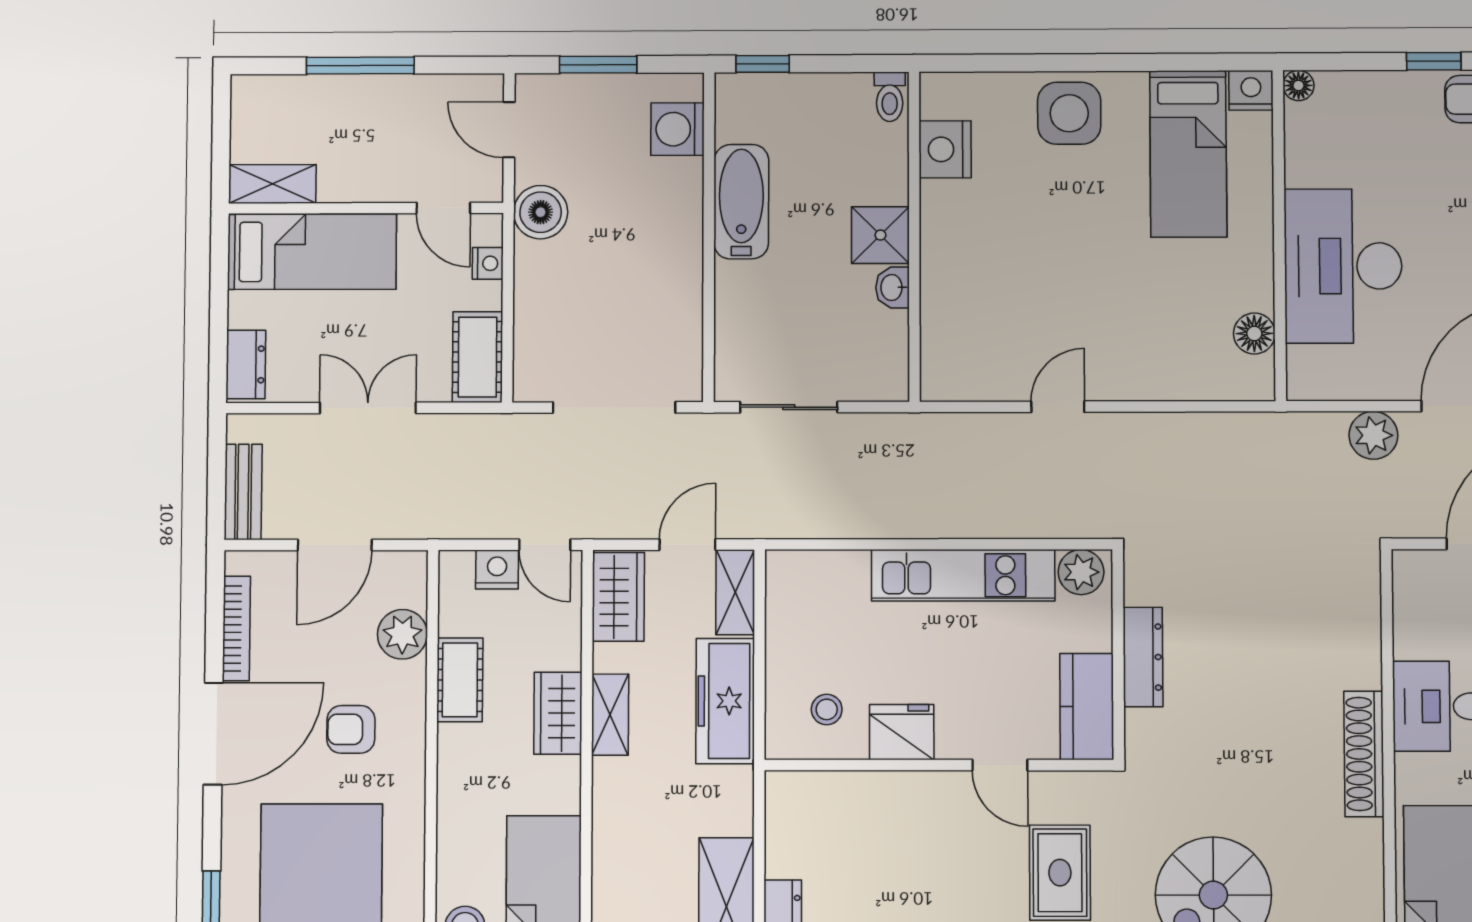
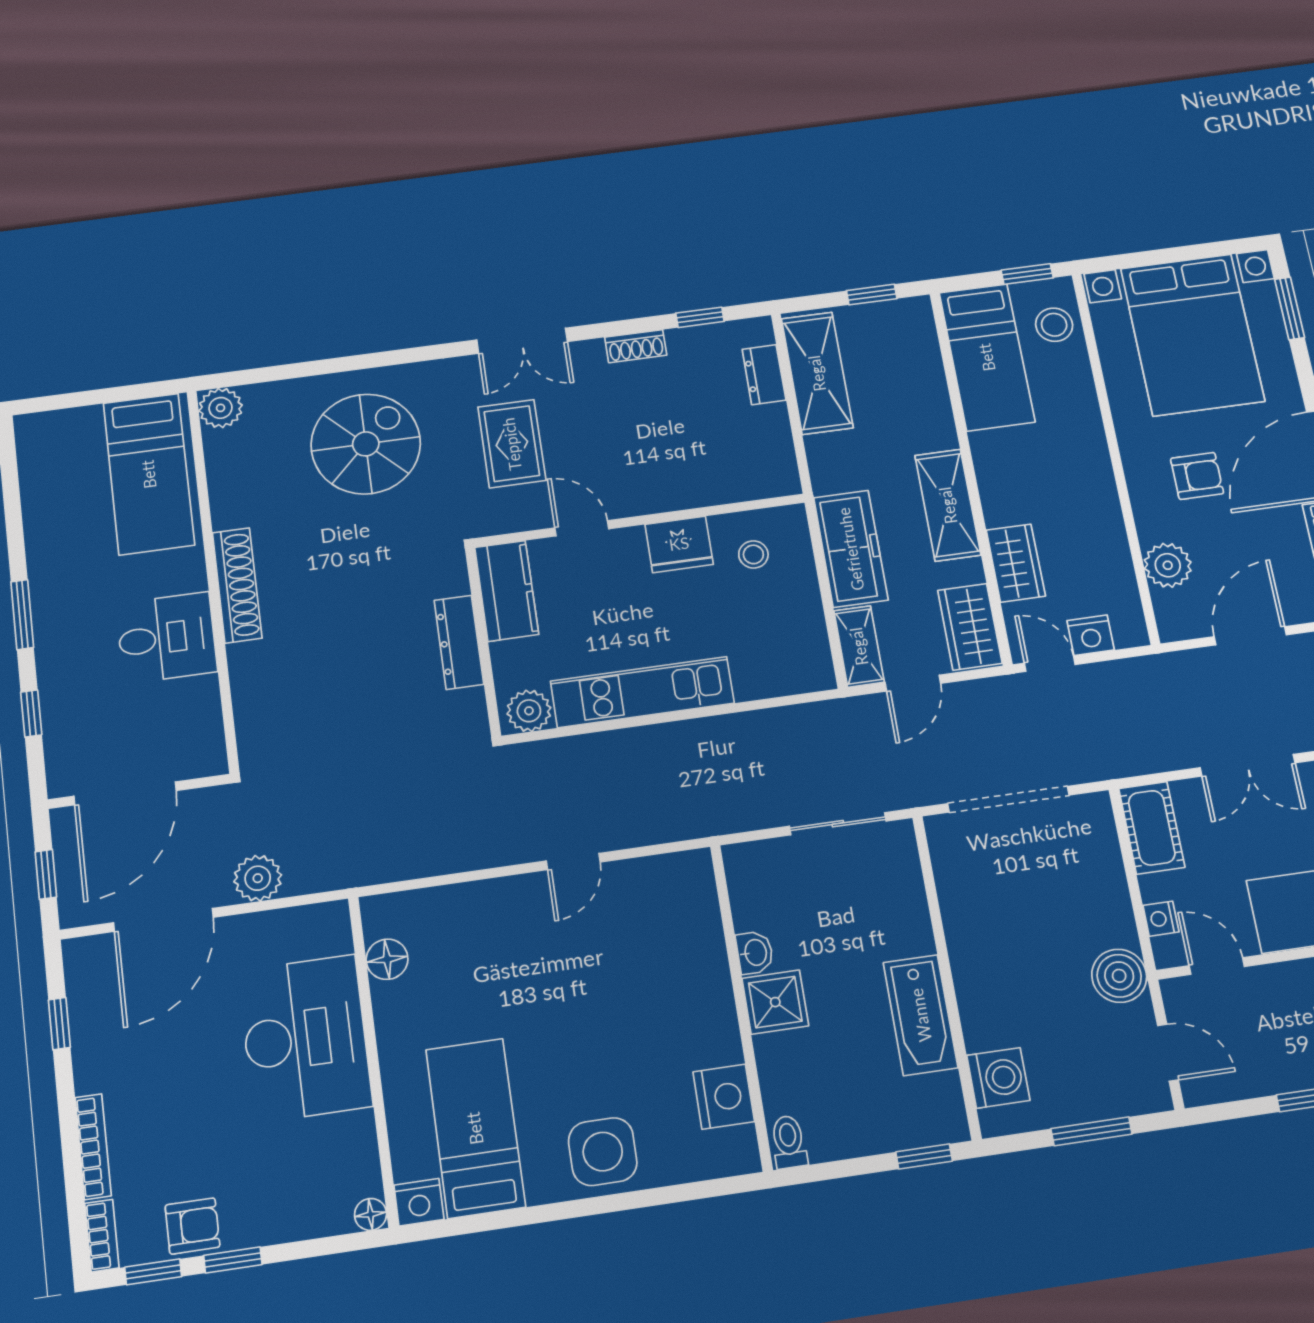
cot: (460, 680) -> (1105, 533), removed
wardrobe: (558, 713) -> (1016, 563), moved
shelving: (610, 715) -> (948, 505), width x1.50, depth x1.33

